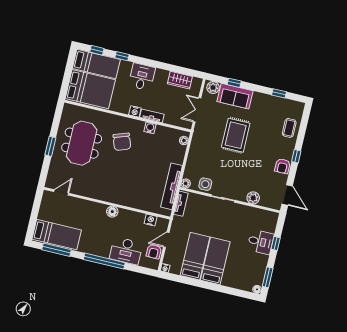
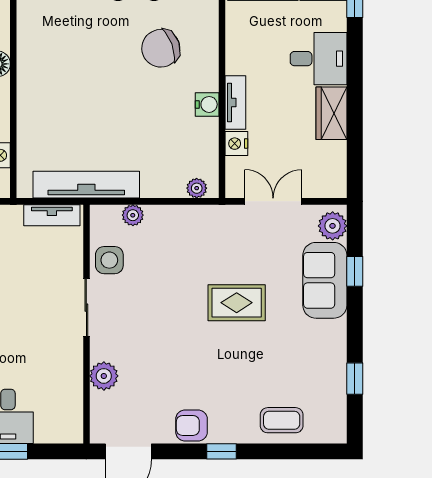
wardrobe: (180, 80) -> (332, 113), moved
nightstand: (135, 111) -> (236, 144), moved
rug: (236, 135) -> (237, 303), width x0.73, depth x0.70
plant: (186, 183) -> (133, 215), moved

